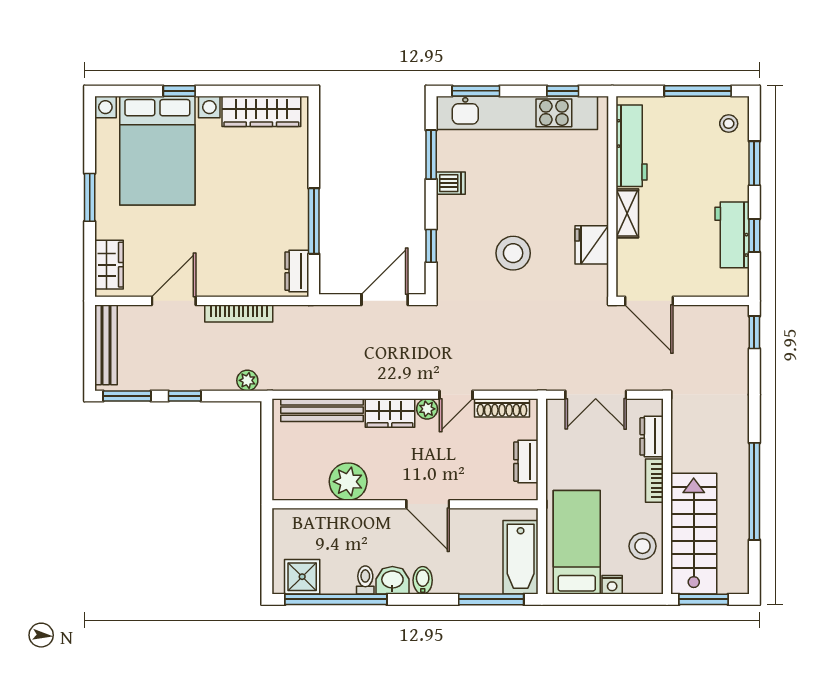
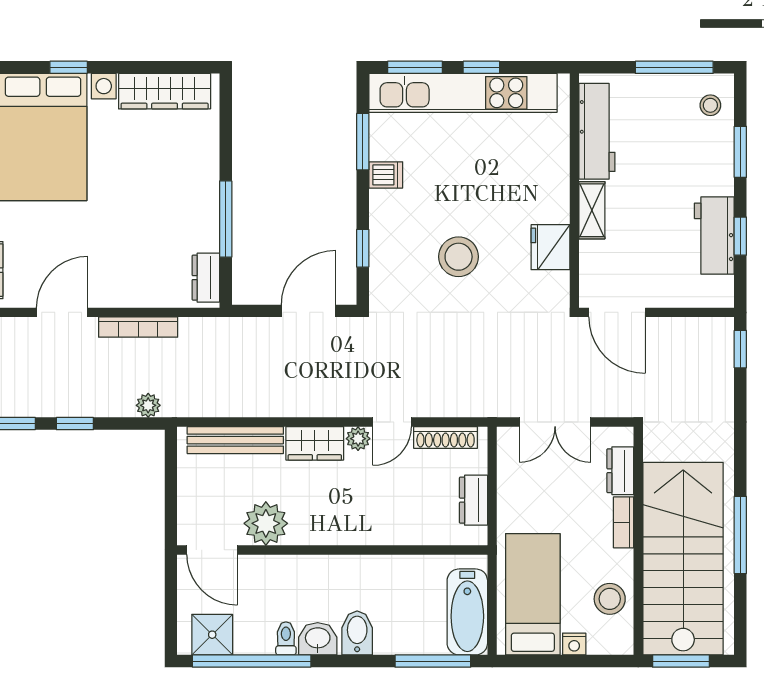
window: (563, 91) -> (481, 67), moved
window: (754, 491) -> (740, 535), width x0.68
door: (428, 504) -> (212, 550), moved
stairs: (694, 534) -> (683, 559), width x1.36, depth x1.51
bidet: (423, 580) -> (357, 633), width x1.38, depth x1.36

